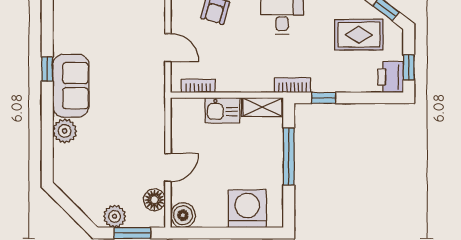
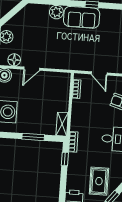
door: (168, 48) -> (99, 73), hinge flipped
kitchen sink: (222, 110) -> (62, 102), removed
window: (289, 156) -> (33, 137), width x0.69
door: (168, 168) -> (32, 69), hinge flipped

